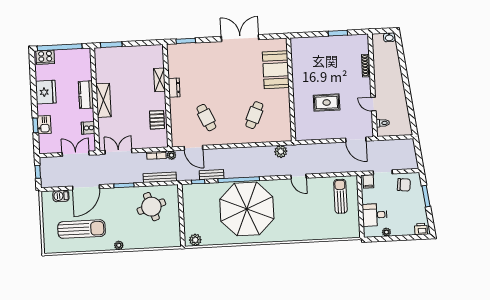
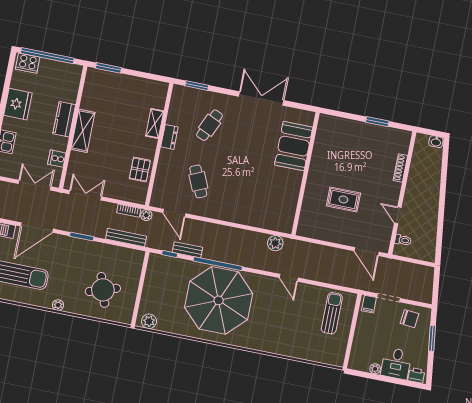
cafe table: (254, 115) -> (210, 125), moved
round table: (151, 207) -> (103, 290), moved
desk: (375, 215) -> (396, 363), moved, turned -90

